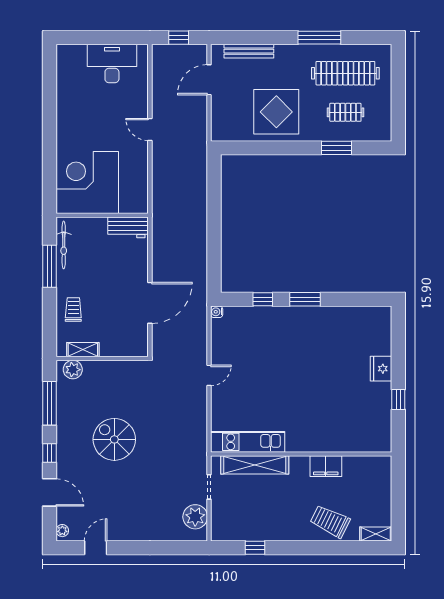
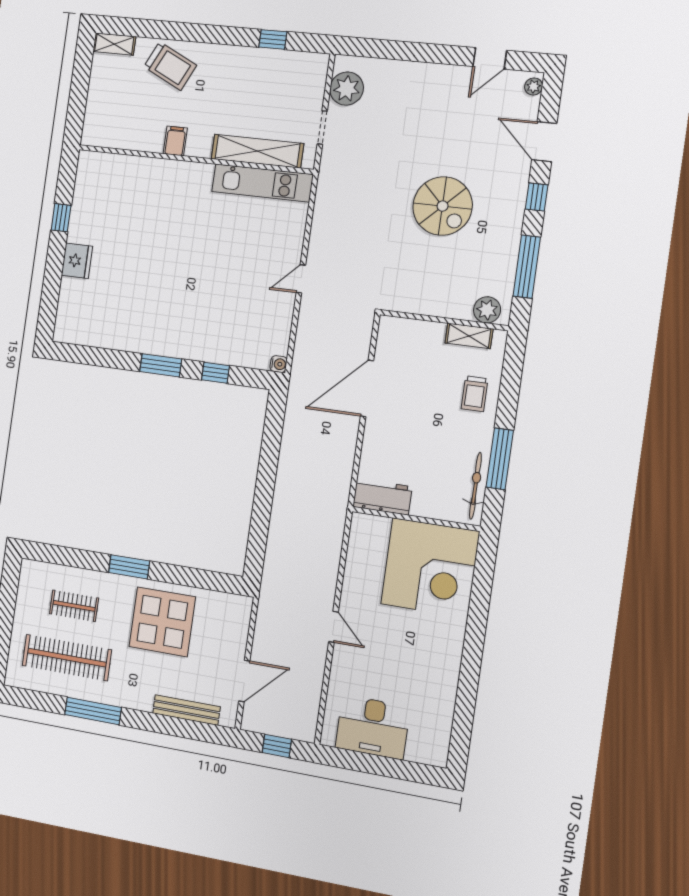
window: (336, 148) -> (129, 567), moved
filing cabinet: (326, 466) -> (175, 141), width x0.50

